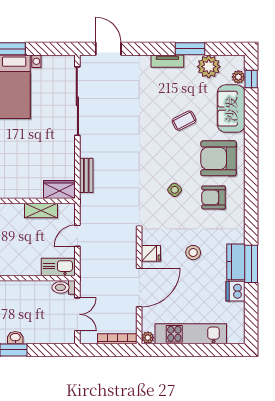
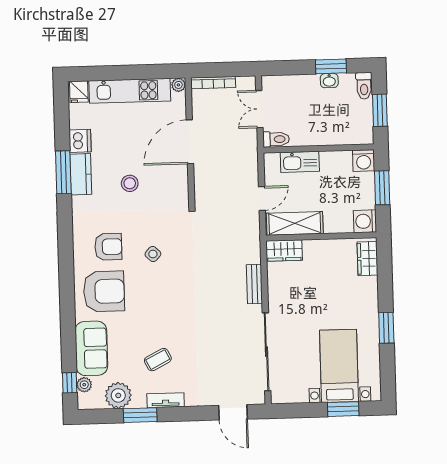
coffee table: (184, 121) -> (158, 360), moved
bench: (86, 175) -> (254, 284), moved
shelving: (41, 211) -> (295, 223), width x1.50, depth x1.33
fridge: (151, 253) -> (79, 92), moved, turned -90
kitchen sink: (58, 267) -> (300, 162), moved

